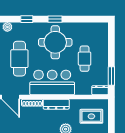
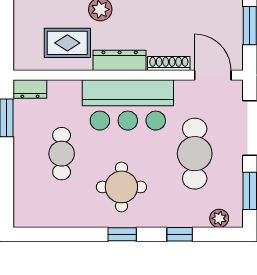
round table: (55, 42) -> (121, 187), width x0.73, depth x0.73
rug: (91, 116) -> (67, 43), moved

